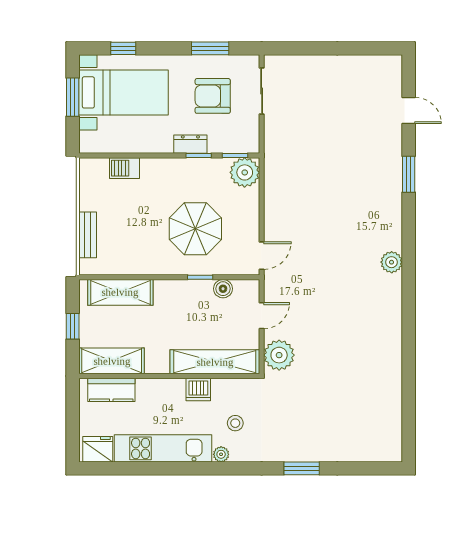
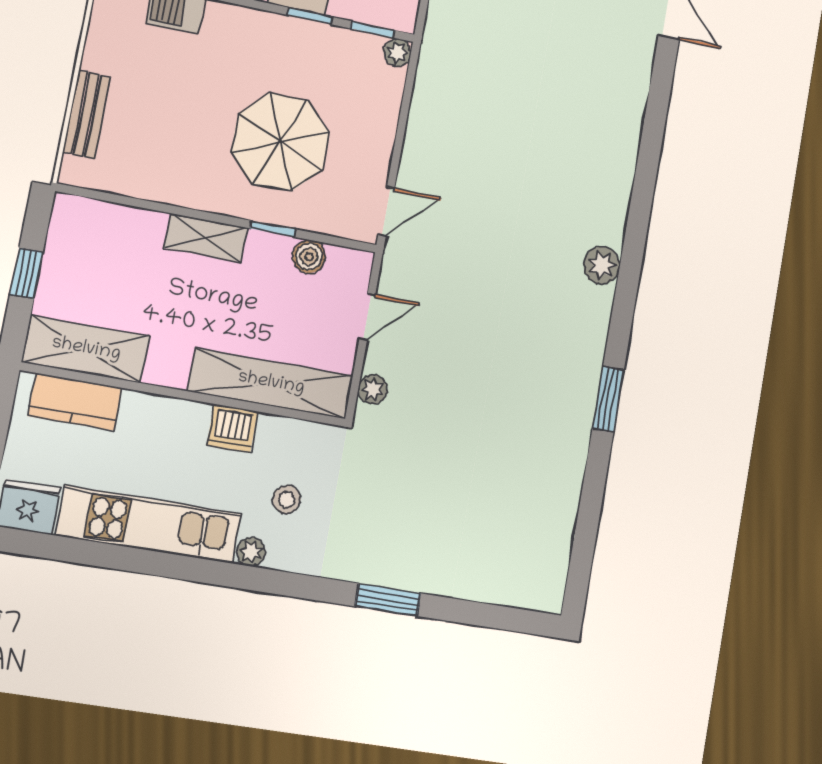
plant: (245, 172) -> (397, 53), width x0.53, depth x0.53
window: (409, 174) -> (608, 399), moved
shelving: (120, 292) -> (206, 238), moved, width x0.67, depth x0.75
plant: (279, 355) -> (373, 389), width x0.53, depth x0.53

